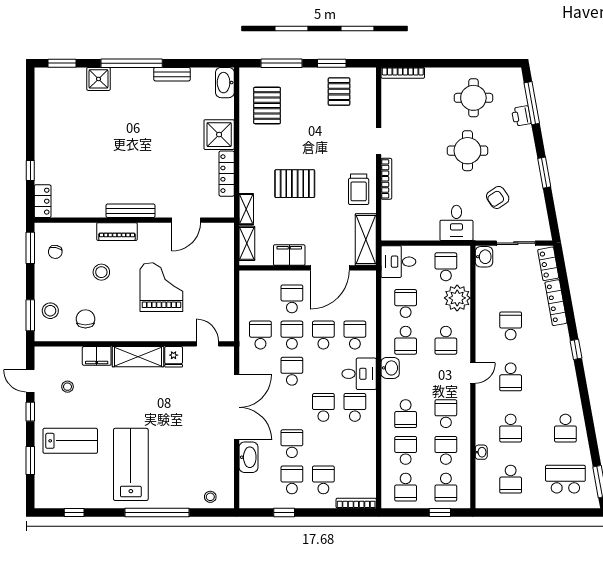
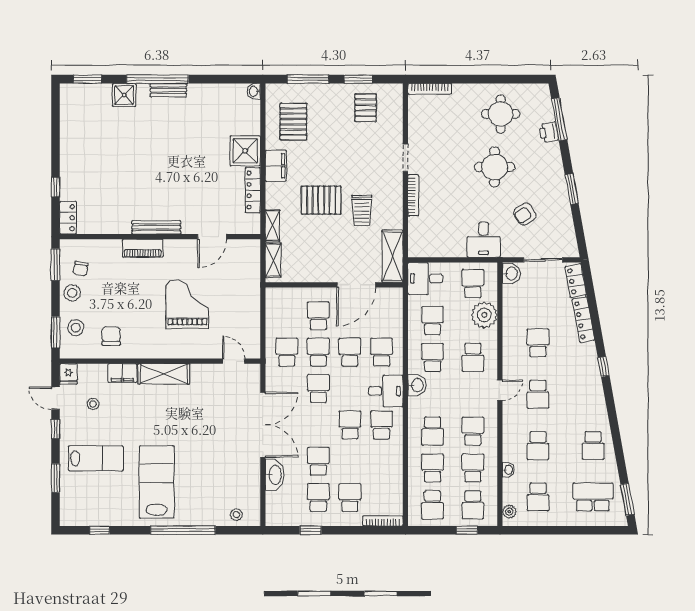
bench: (172, 74) -> (168, 90), moved
washbasin: (225, 83) -> (254, 91), width x0.52, depth x0.69
trolley: (359, 189) -> (362, 210), moved
filing cabinet: (289, 255) -> (276, 166), moved, turned 90
stool: (101, 272) -> (72, 293), moved
school desk: (406, 340) -> (433, 357), turned 180
fridge: (174, 357) -> (68, 374), moved
plant: (482, 494) -> (509, 512), added

